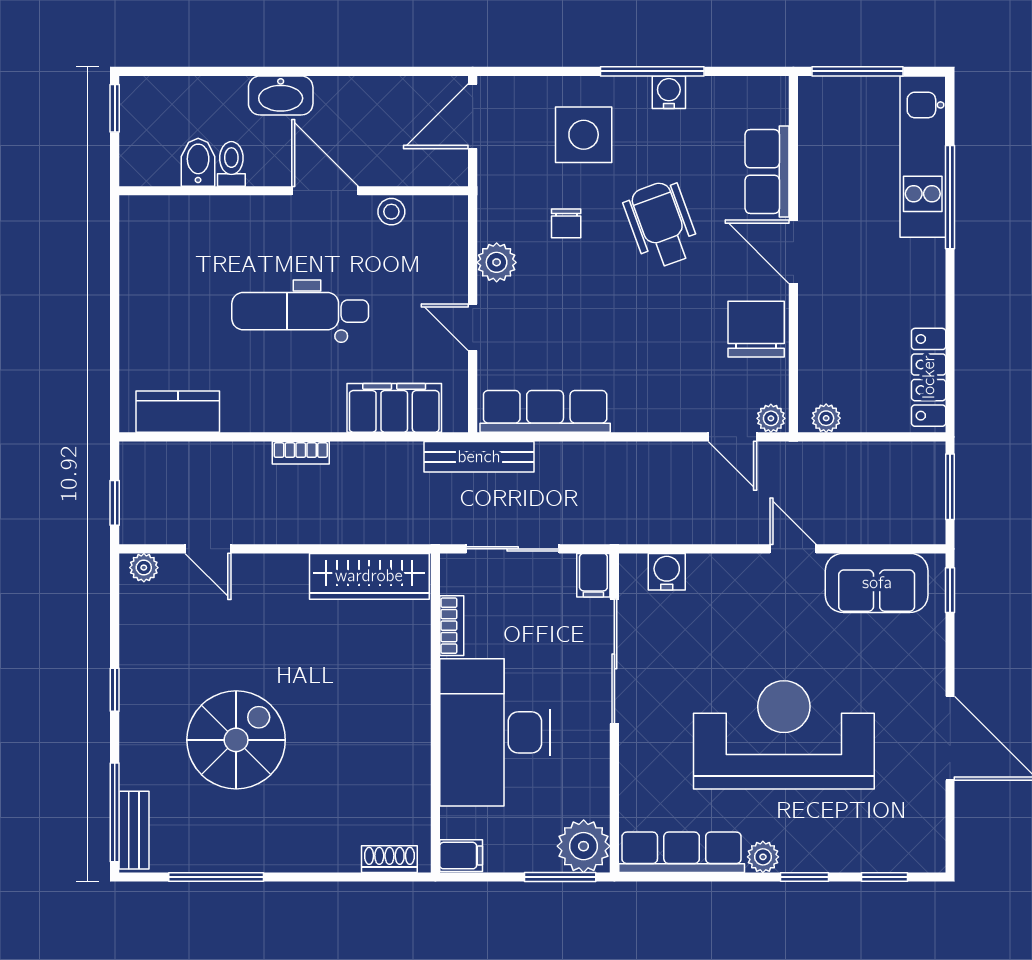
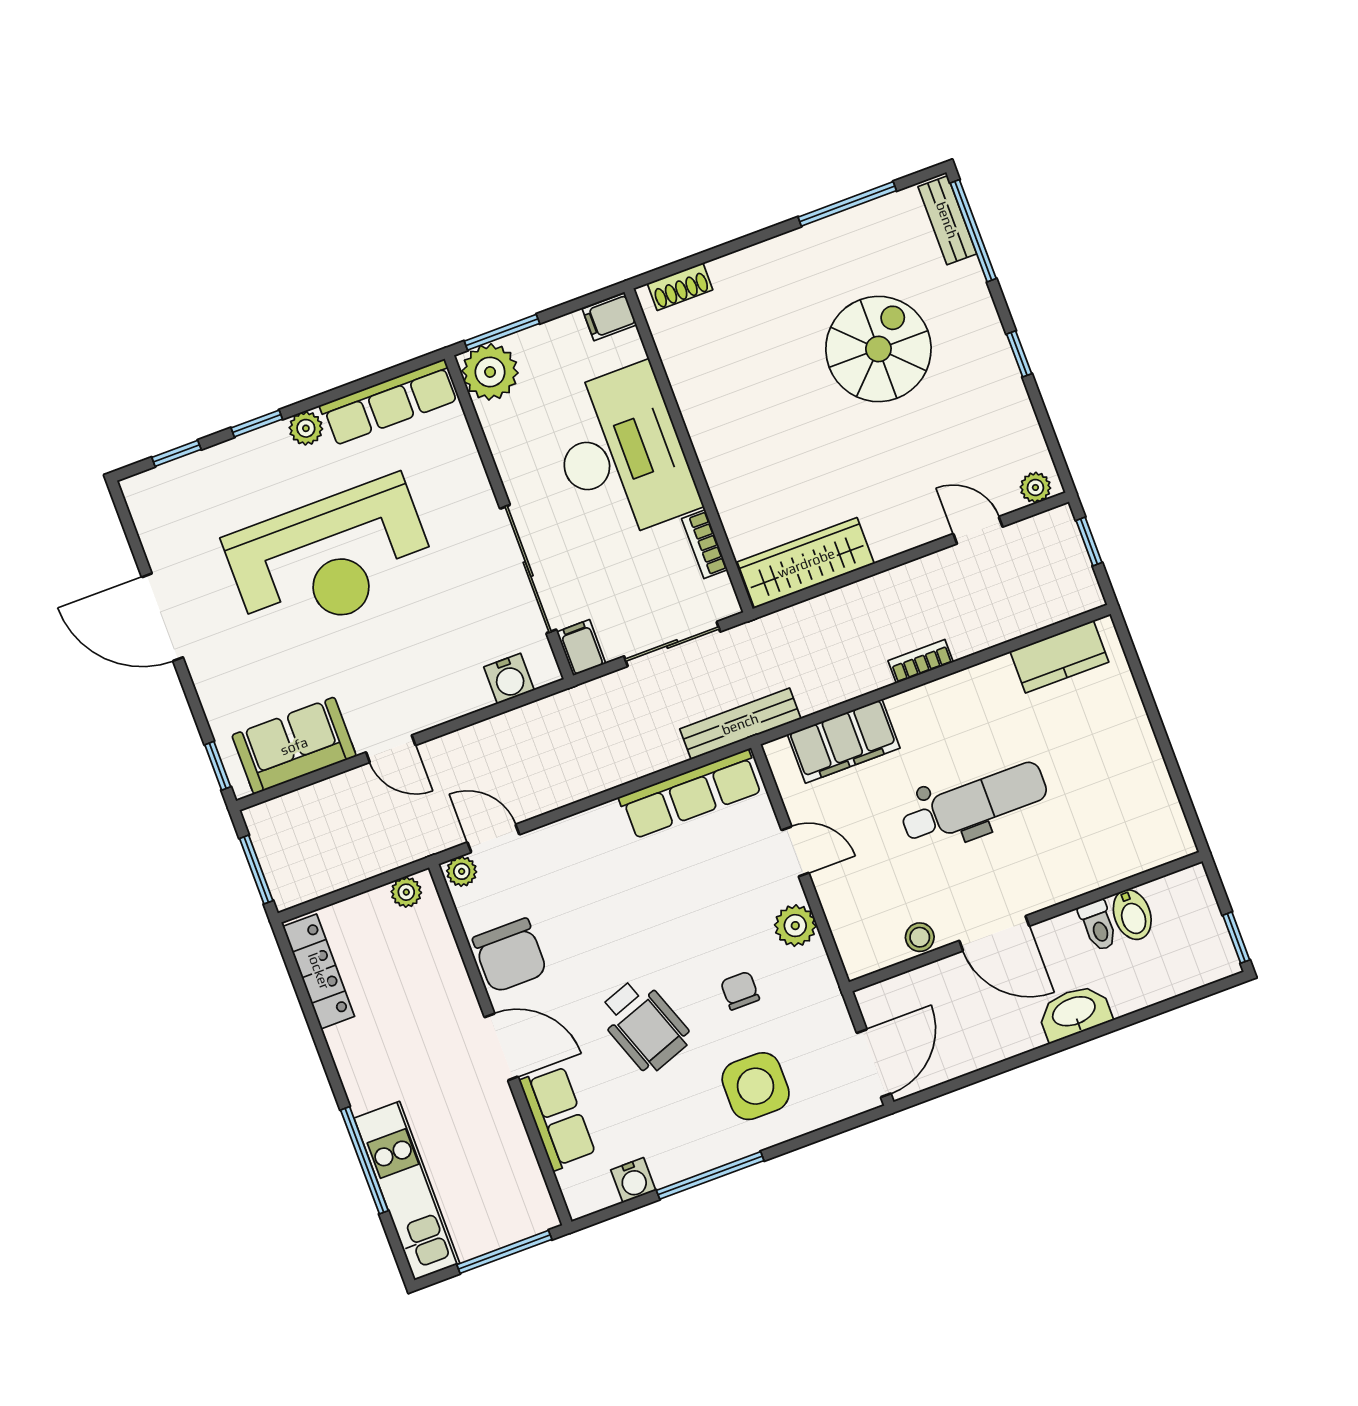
water cooler: (669, 92) -> (633, 1180), moved
spiral stairs: (236, 740) -> (878, 349), turned 180

